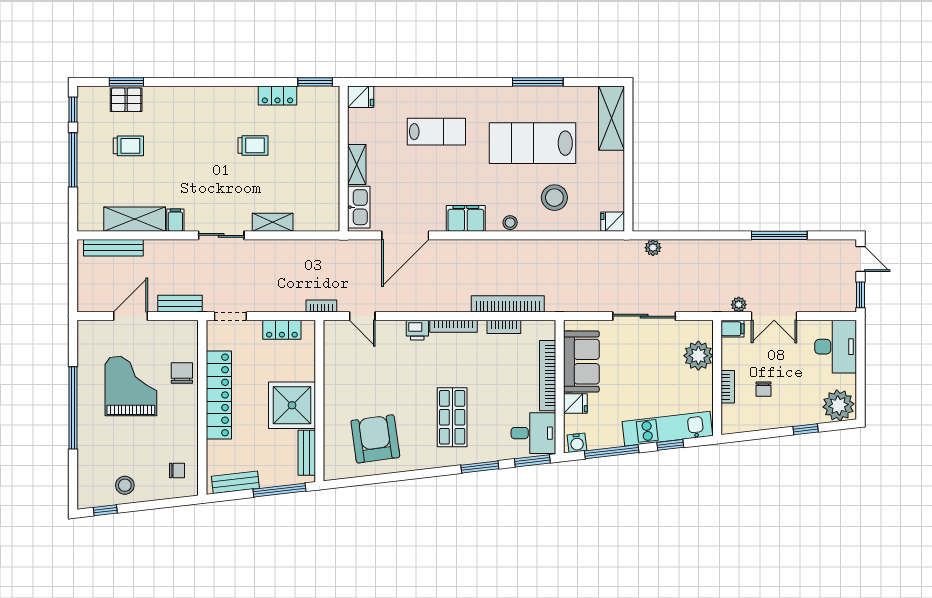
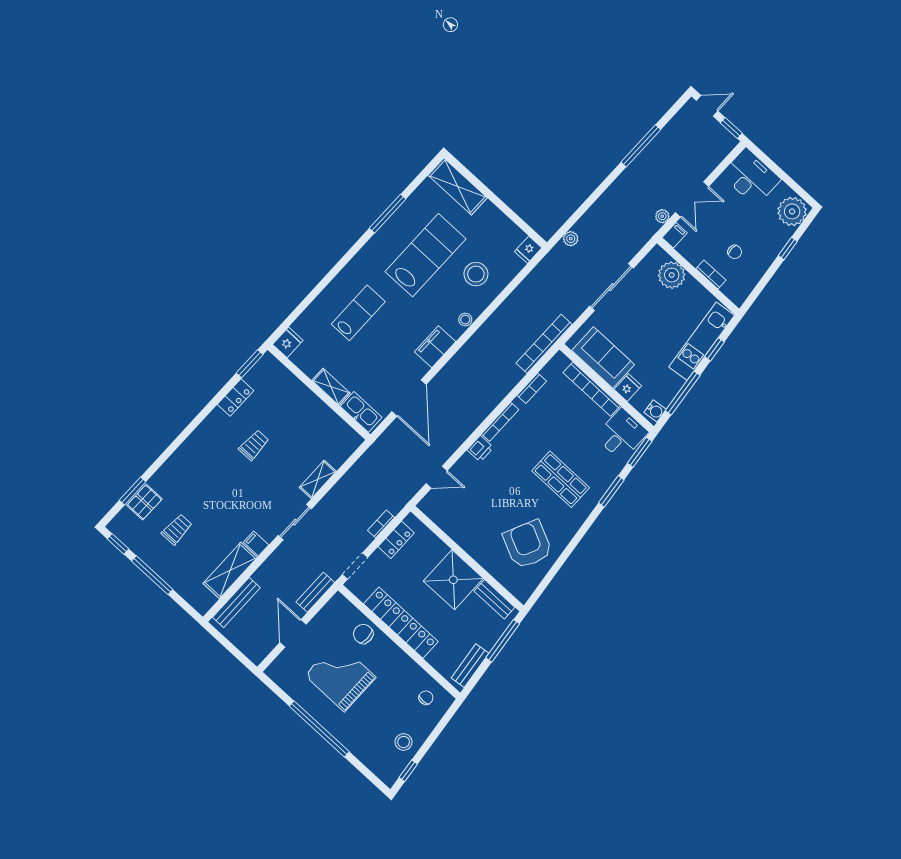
lab bench: (532, 143) -> (426, 255), turned 180
bookcase: (508, 304) -> (544, 344), moved
bookcase: (321, 306) -> (381, 524), moved
armchair: (375, 439) -> (528, 544), turned 33

